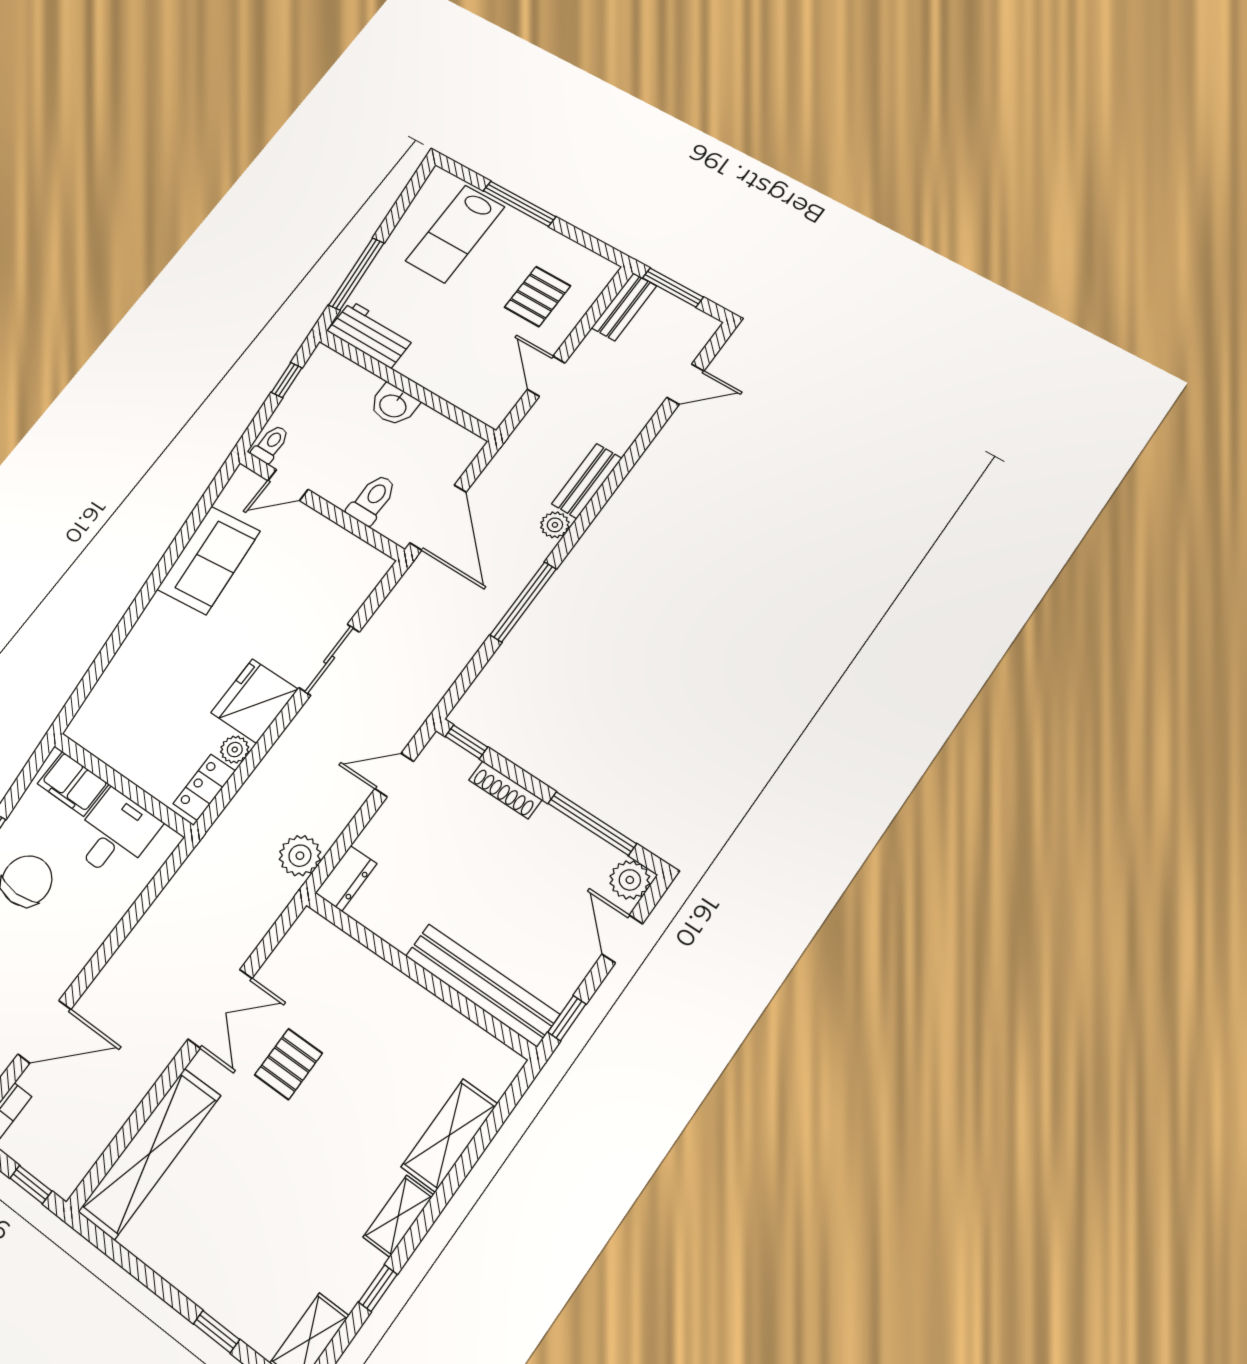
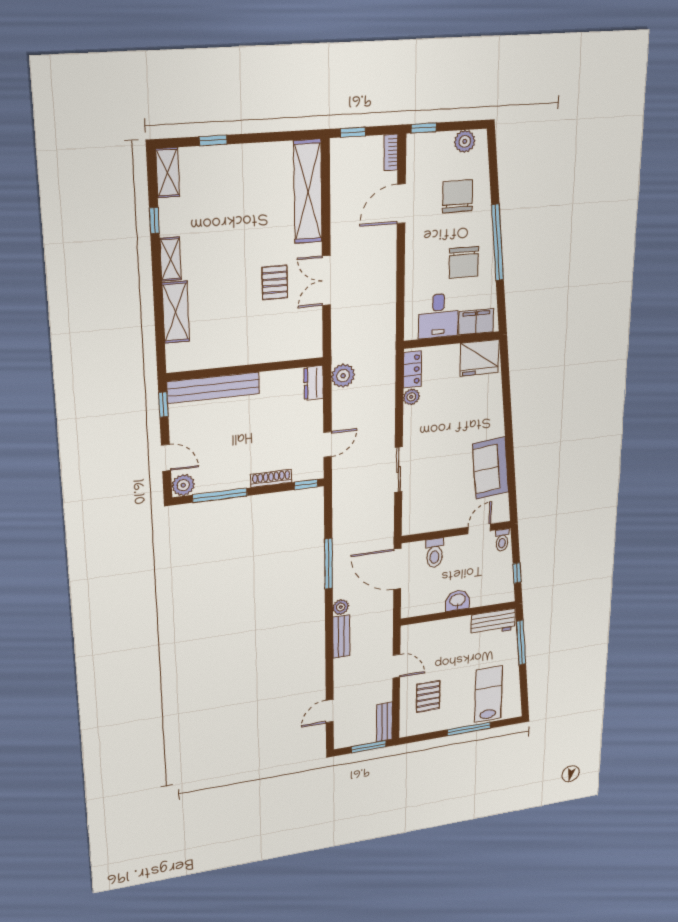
fridge: (254, 701) -> (479, 358), moved, turned 90

